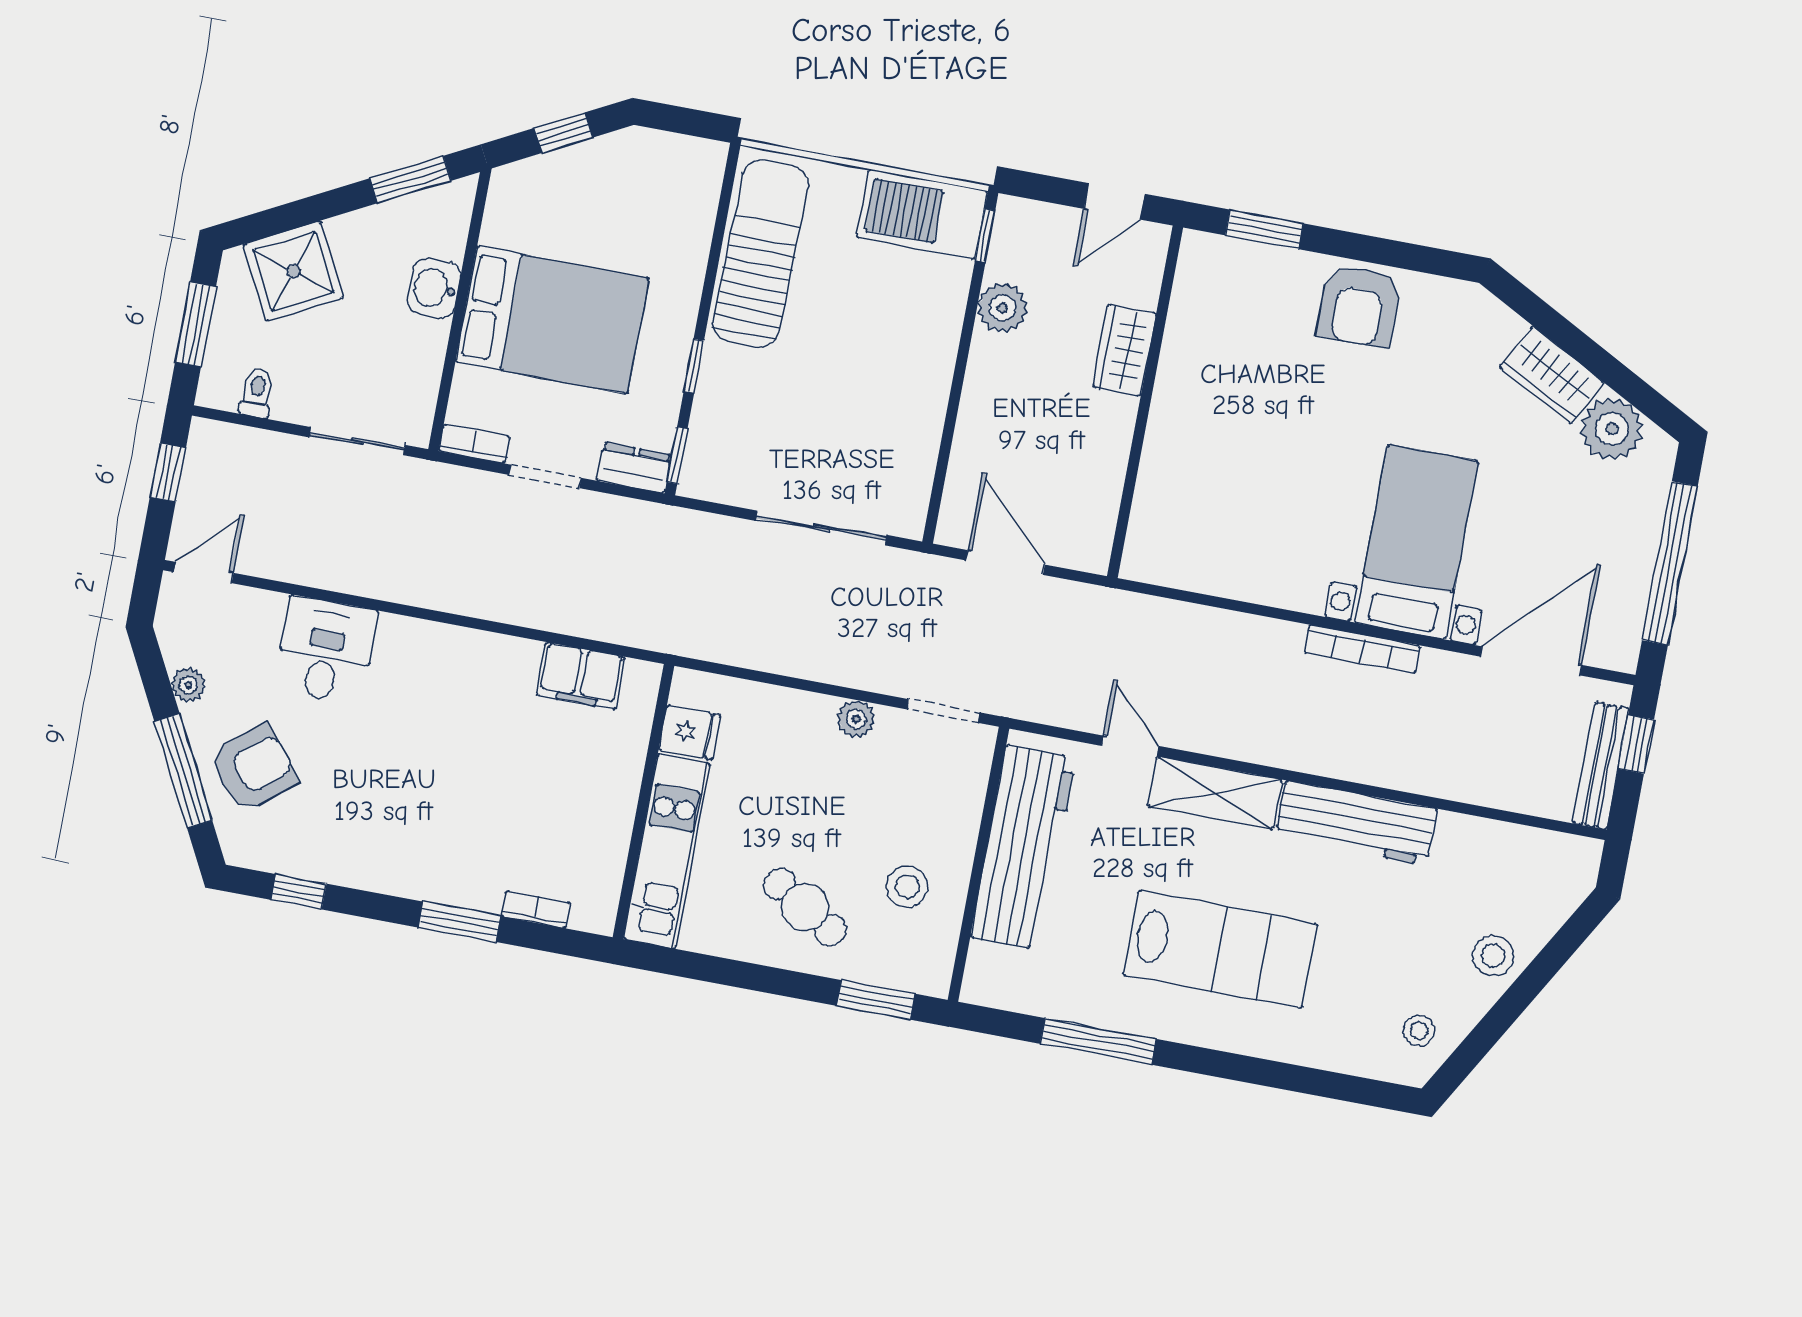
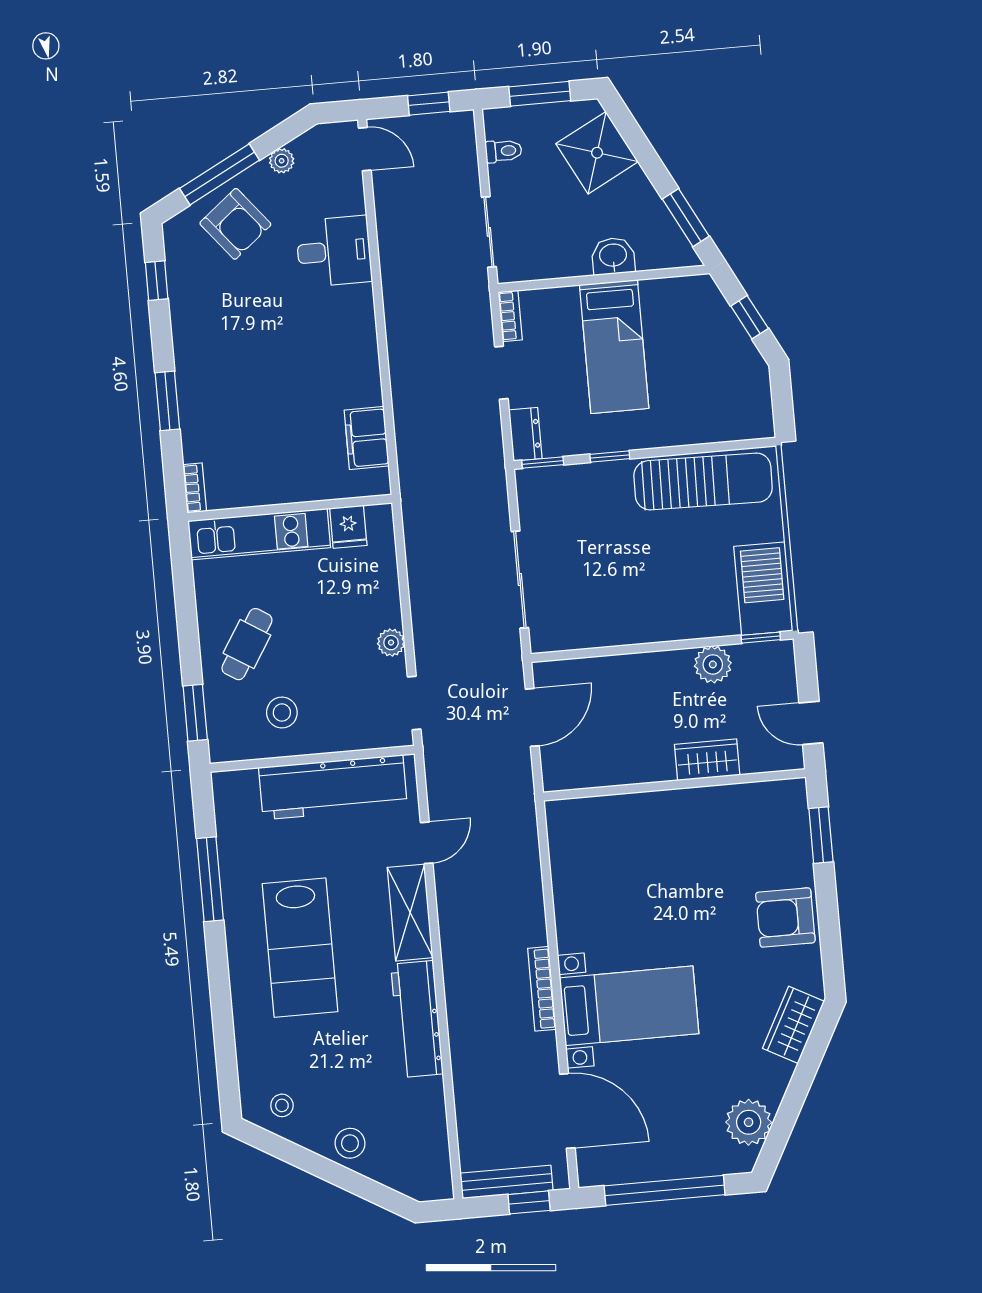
bed: (552, 320) -> (614, 347), width x0.67
wardrobe: (1552, 375) -> (793, 1025), moved
bookcase: (536, 909) -> (195, 488), moved

